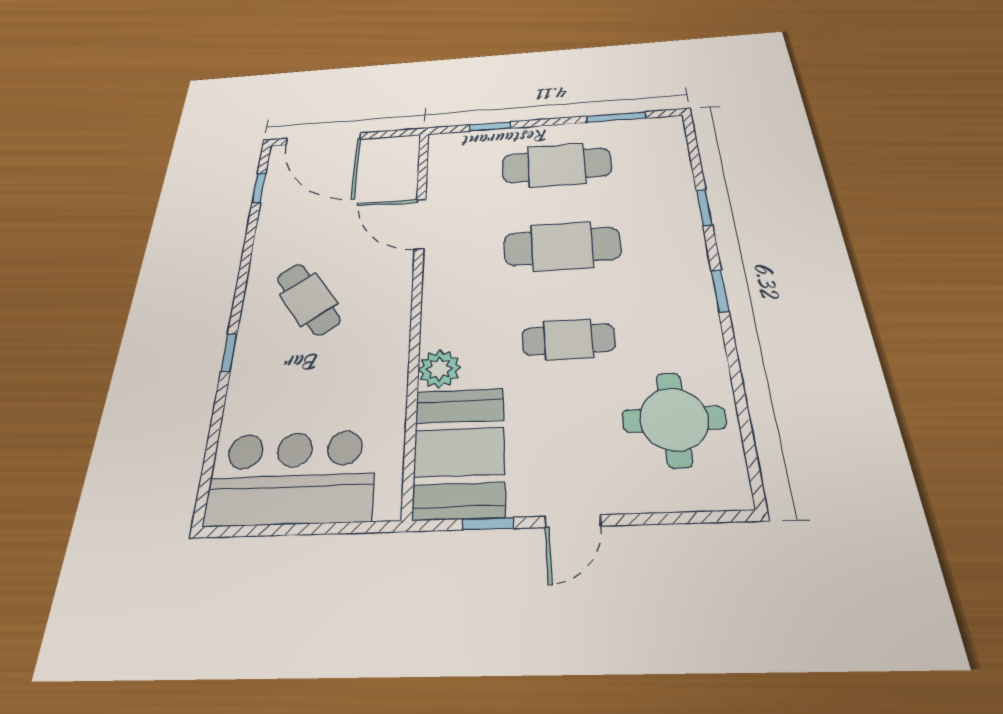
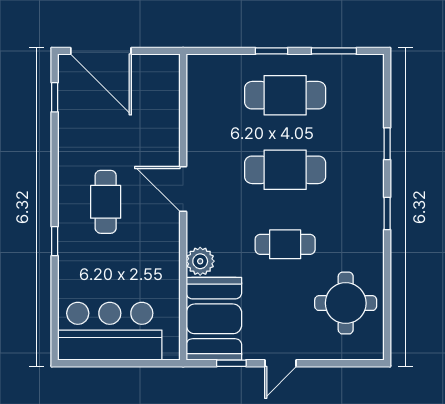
window: (490, 127) -> (271, 51), moved
door: (420, 224) -> (183, 189), moved
cafe table: (308, 299) -> (106, 202), turned 35

